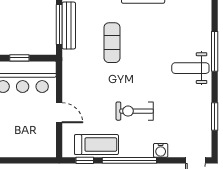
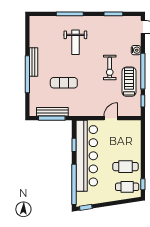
weight bench: (190, 68) -> (75, 42), moved
treadmill: (96, 145) -> (129, 82), moved

